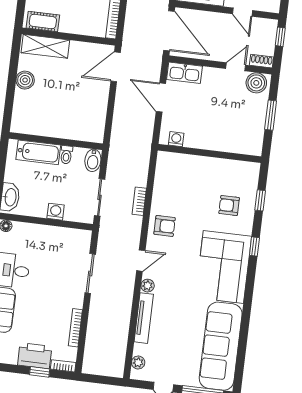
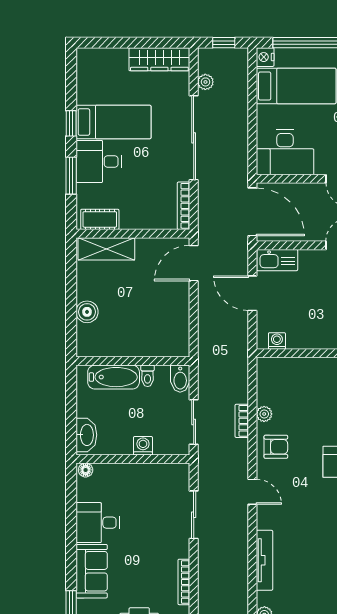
boiler: (25, 80) -> (87, 312), moved
door: (141, 261) -> (252, 492), hinge flipped
plant: (148, 286) -> (264, 414), moved

